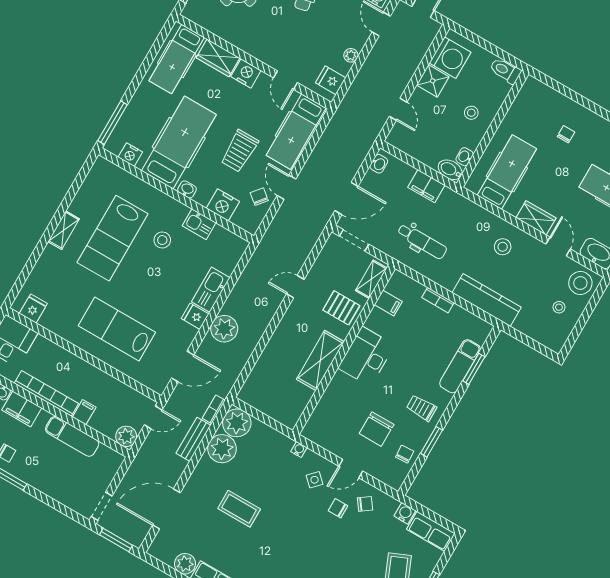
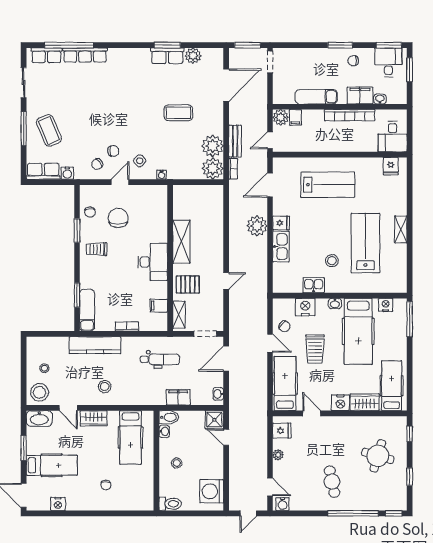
shower: (433, 81) -> (214, 420), moved
trolley: (239, 151) -> (315, 349), turned 180
dental chair: (422, 241) -> (160, 359), turned 180
exam couch: (460, 366) -> (87, 310), moved
trolley: (421, 408) -> (97, 249), turned 180
filing cabinet: (84, 412) -> (295, 117), moved

